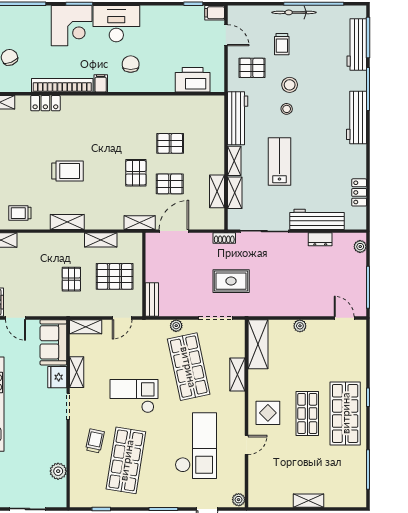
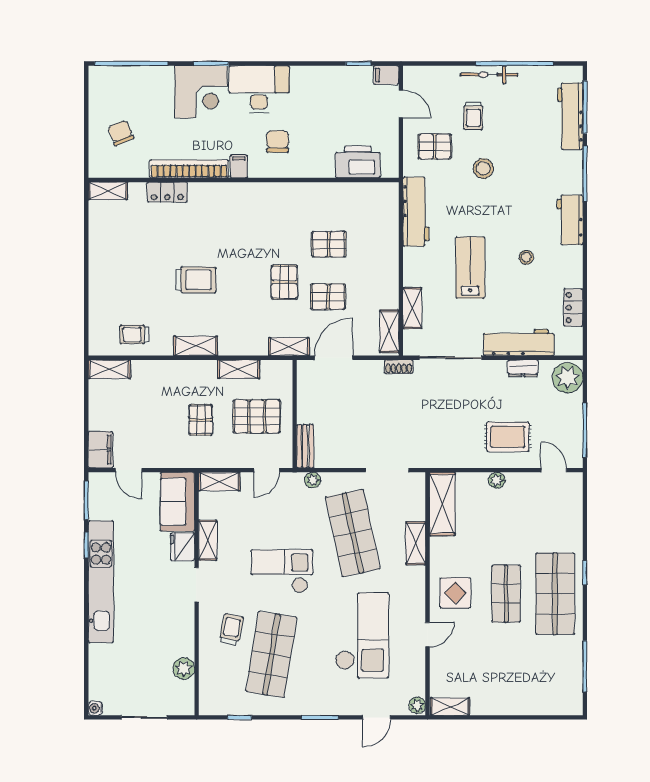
stool: (287, 109) -> (526, 257), moved
workbench: (357, 118) -> (570, 220), width x0.73
shelving: (234, 161) -> (412, 267), removed
shelving: (217, 191) -> (389, 331), moved
plant: (360, 247) -> (568, 378), width x1.88, depth x1.88
rug: (231, 281) -> (508, 437), moved
plant: (176, 326) -> (313, 480), moved
shelving: (308, 501) -> (450, 707), moved

